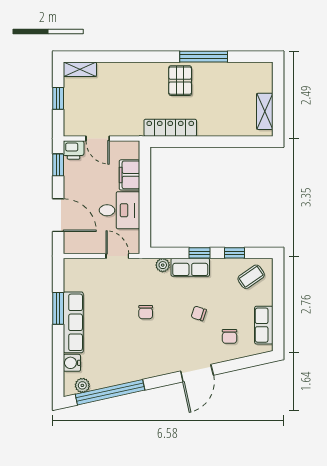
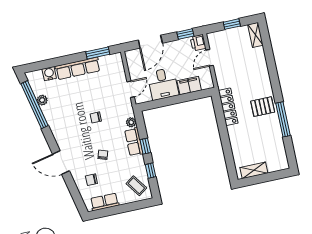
window: (58, 308) -> (98, 53), moved
plant: (82, 385) -> (42, 100), moved

